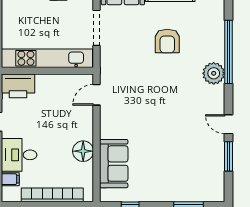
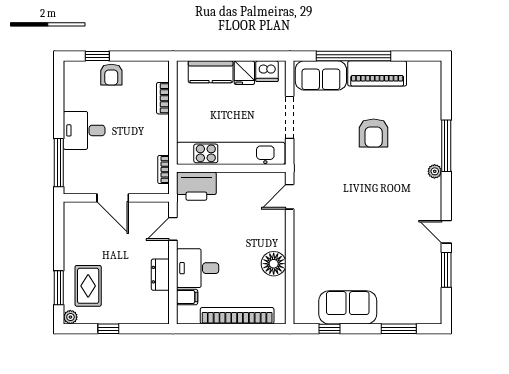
window: (229, 52) -> (446, 146), width x0.68
plant: (214, 73) -> (435, 171), width x0.53, depth x0.53
sofa: (114, 164) -> (348, 307), moved, turned -90

